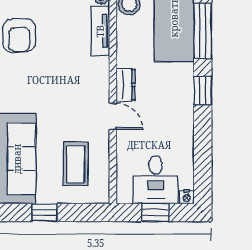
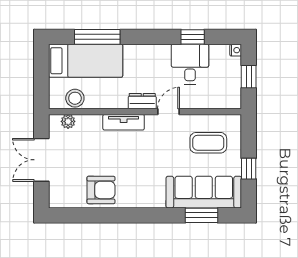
tv unit: (100, 31) -> (124, 122), moved
window: (203, 91) -> (193, 37), moved
desk: (156, 180) -> (190, 64), moved, turned -90

